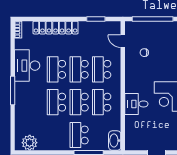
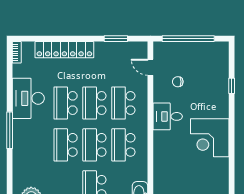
desk: (136, 104) -> (168, 116), moved

